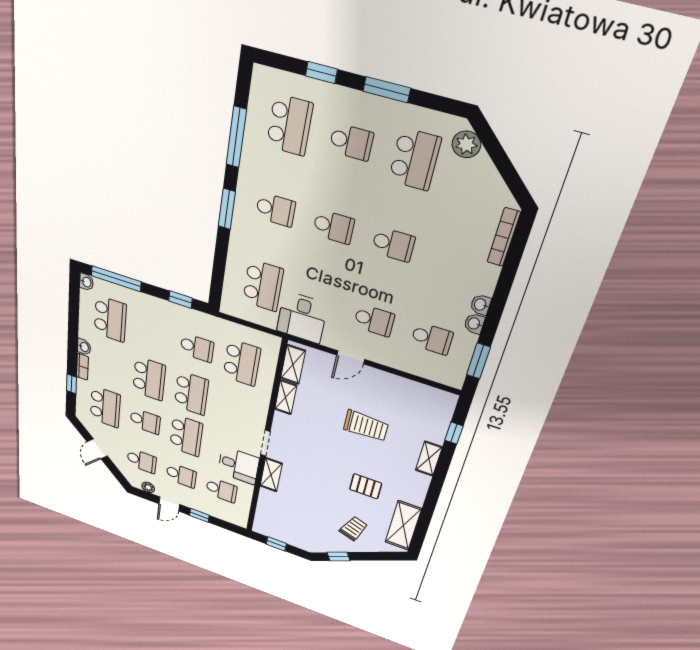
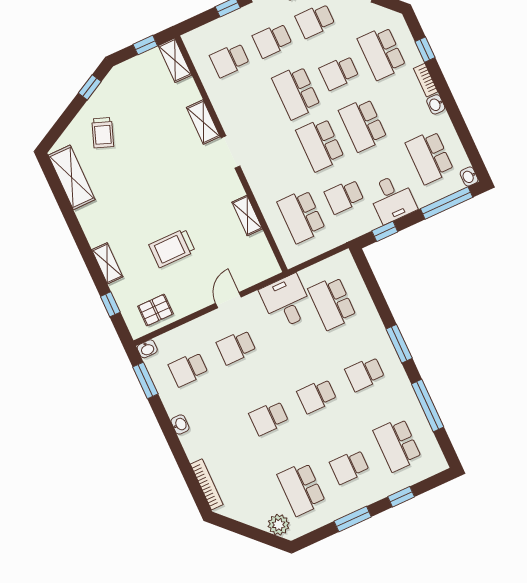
washbasin: (474, 324) -> (147, 349), moved, turned 90
shelving: (293, 364) -> (175, 60), moved
desk: (238, 465) -> (392, 199), moved, turned -90
pallet: (366, 486) -> (155, 310), moved

